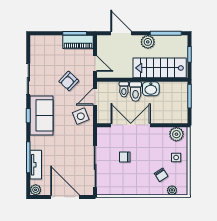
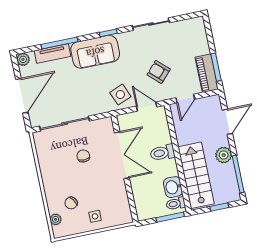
toilet: (124, 89) -> (176, 204), moved
washbasin: (151, 89) -> (173, 187), moved
sofa: (42, 115) -> (95, 52), moved
plant: (176, 134) -> (122, 211), removed

